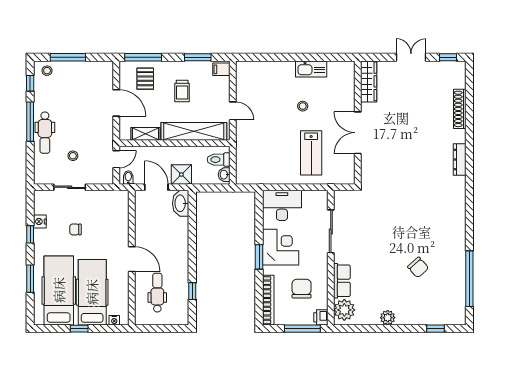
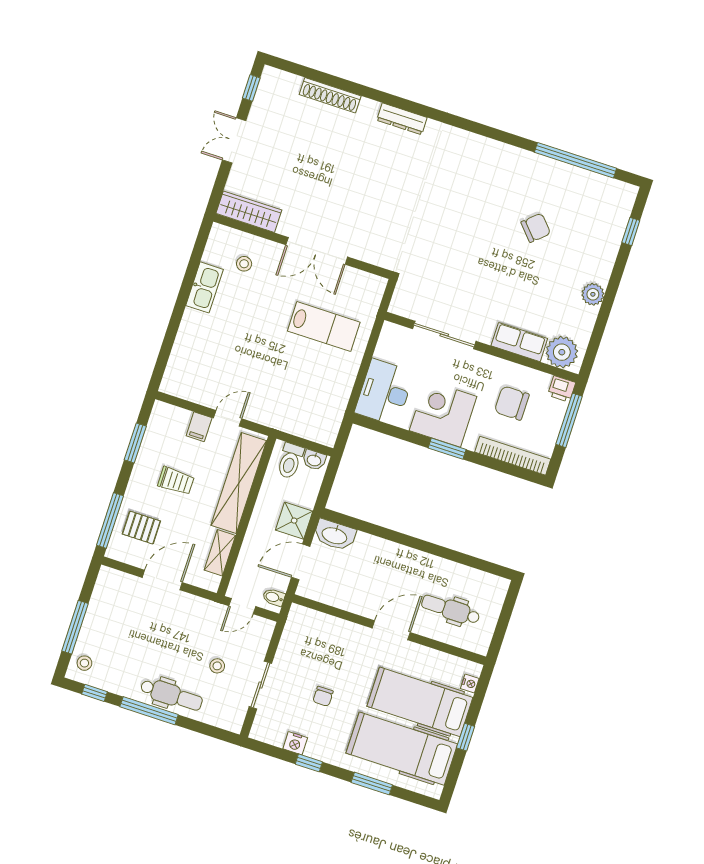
filing cabinet: (221, 69) -> (199, 427), moved
stool: (303, 106) -> (244, 264), moved
door: (116, 159) -> (242, 606), swing flipped
window: (192, 291) -> (465, 559), removed

